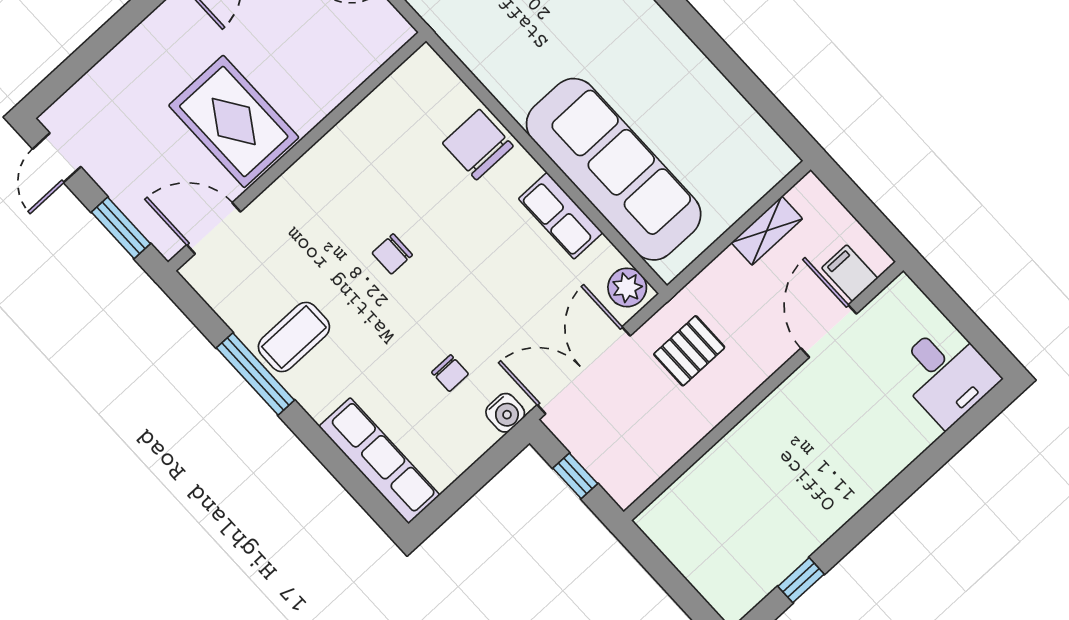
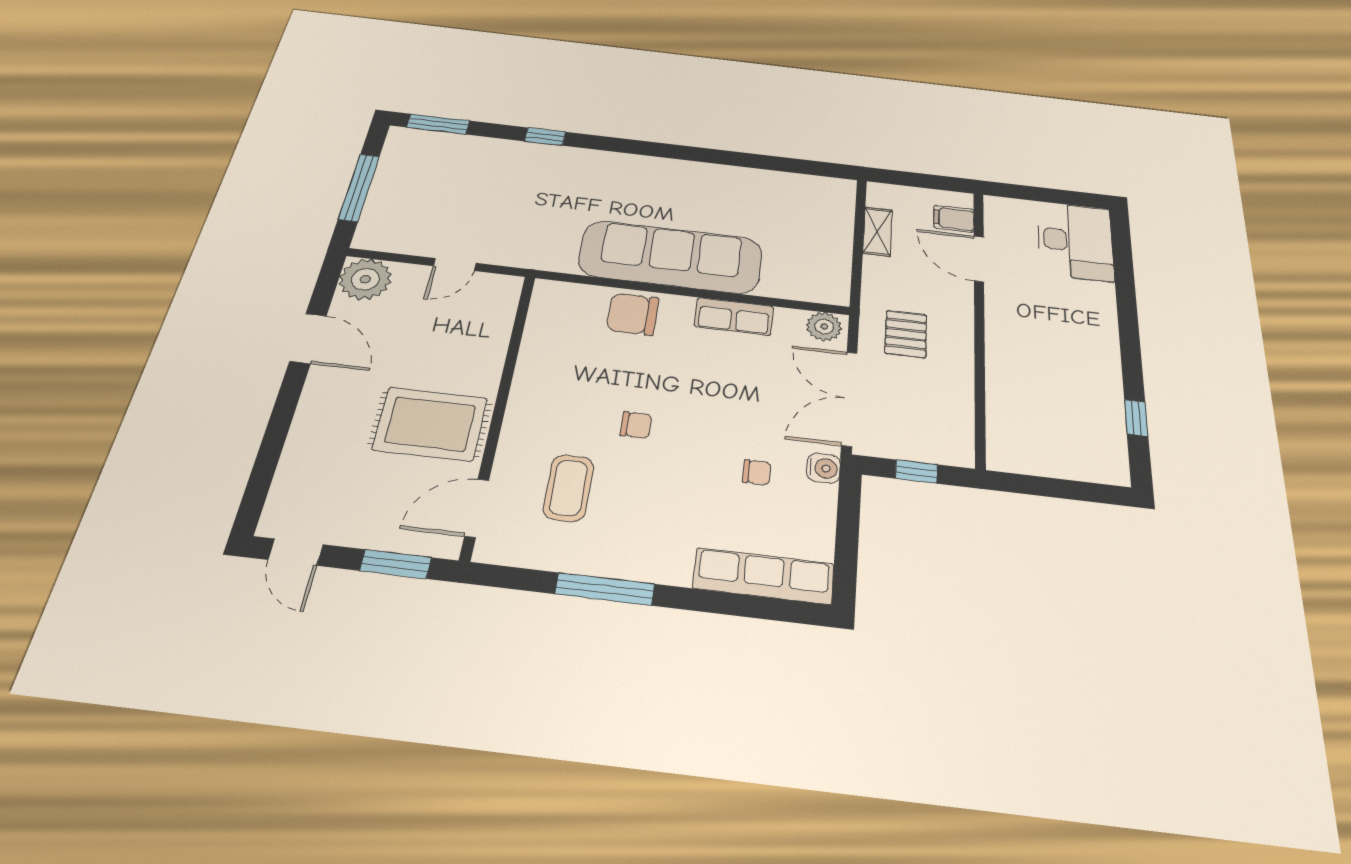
sofa: (614, 169) -> (671, 257), moved
chair: (392, 254) -> (636, 425), turned -90
coffee table: (294, 337) -> (569, 488), moved
desk: (946, 374) -> (1075, 241), width x1.37

